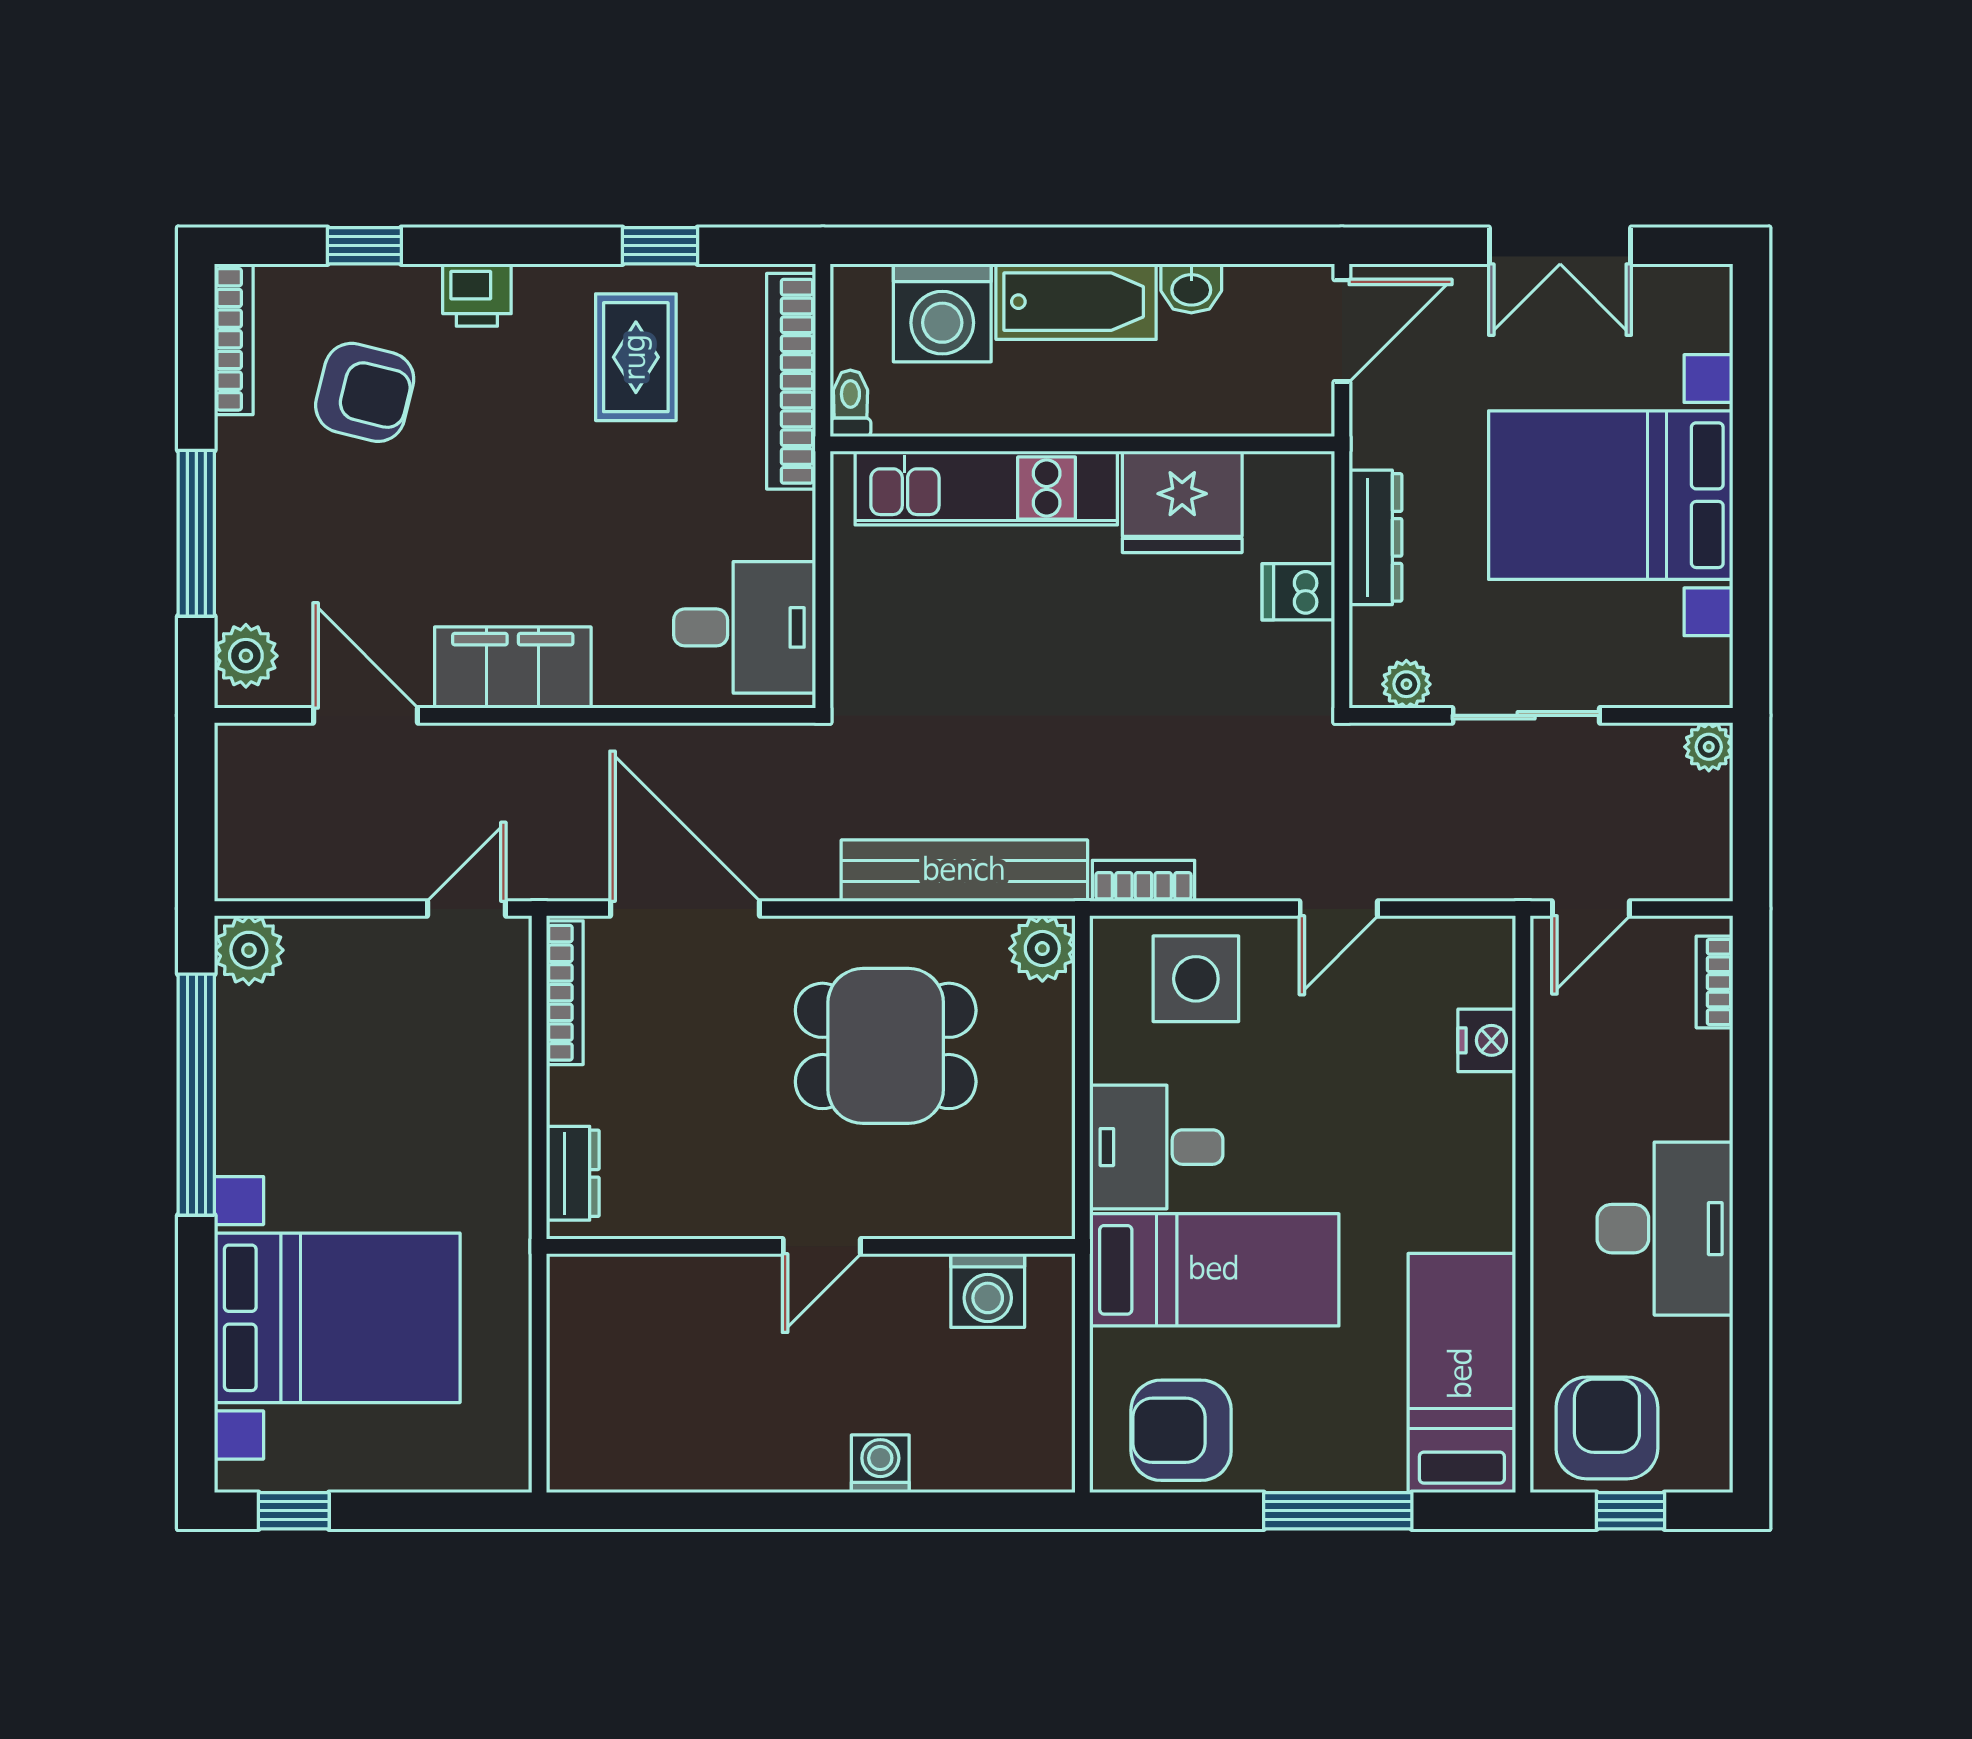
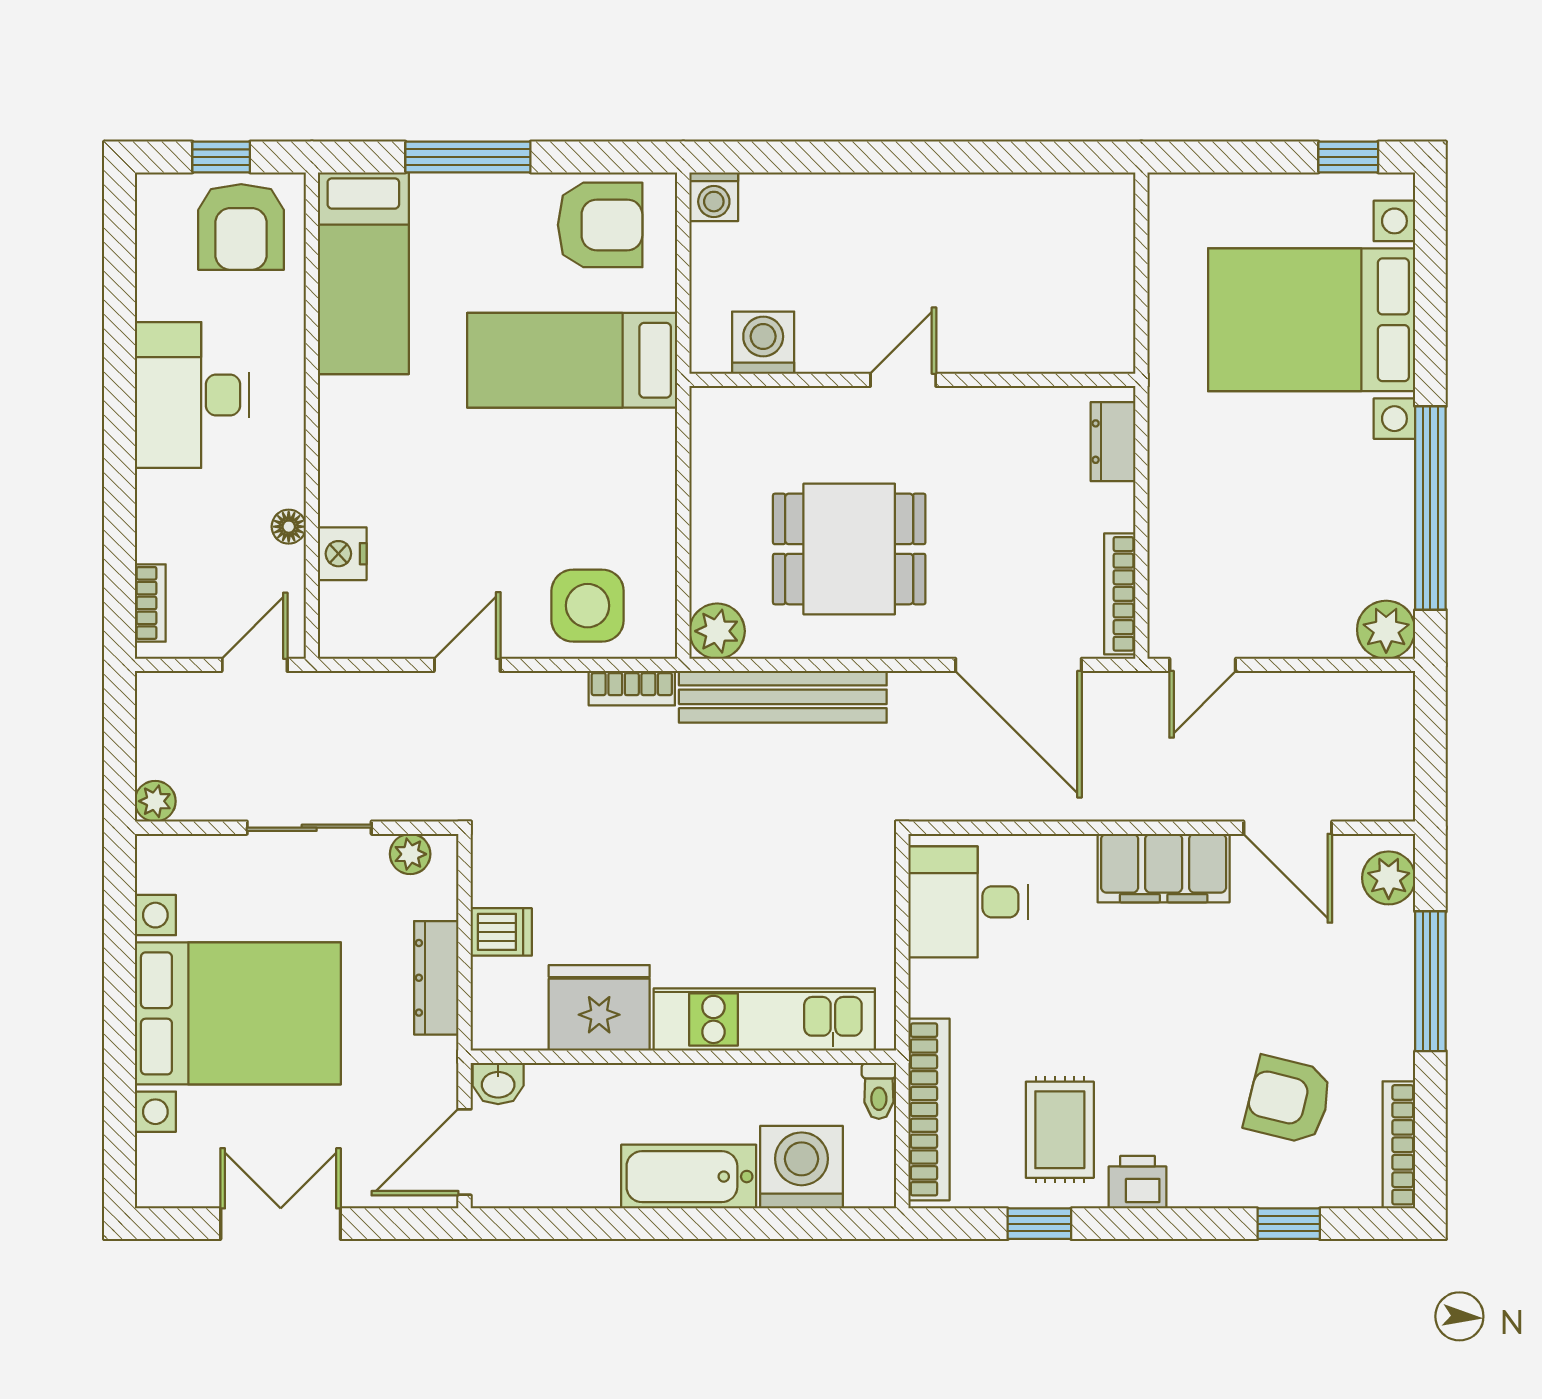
washbasin: (1191, 288) -> (498, 1083), moved, turned 180
printer: (477, 295) -> (1138, 1182), moved
floor lamp: (1550, 1072) -> (289, 527), added
desk: (1156, 1147) -> (621, 464), removed
washing machine: (880, 1464) -> (714, 197), moved

